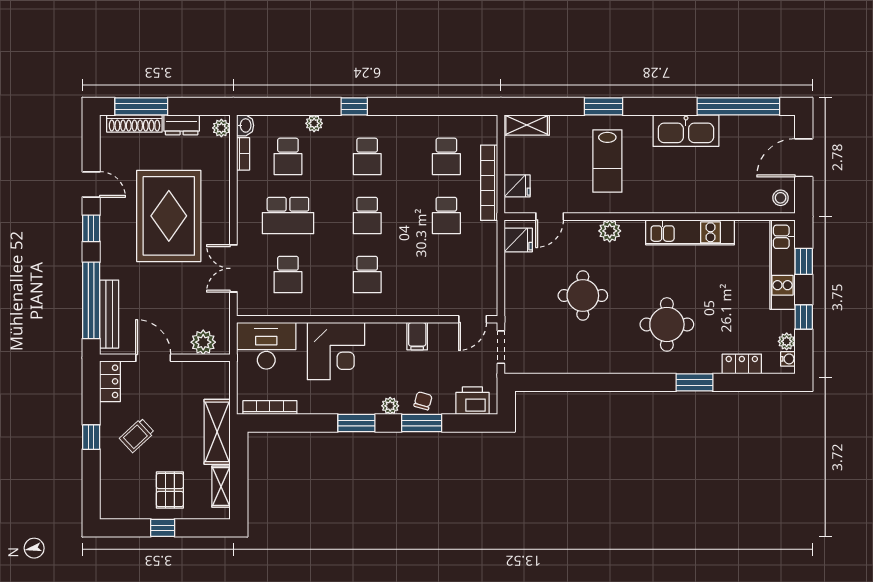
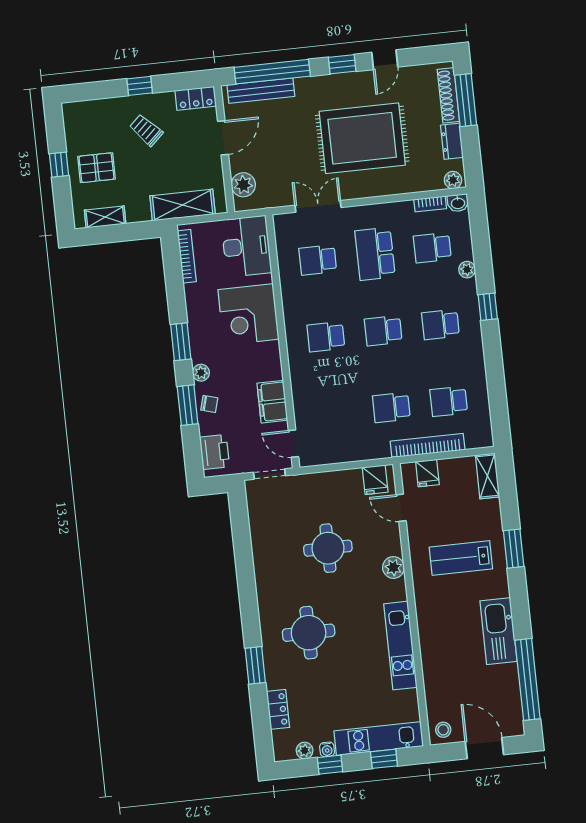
filing cabinet: (417, 336) -> (272, 402), width x2.00
water cooler: (788, 359) -> (327, 749), moved
shelving: (217, 432) -> (183, 205), moved

